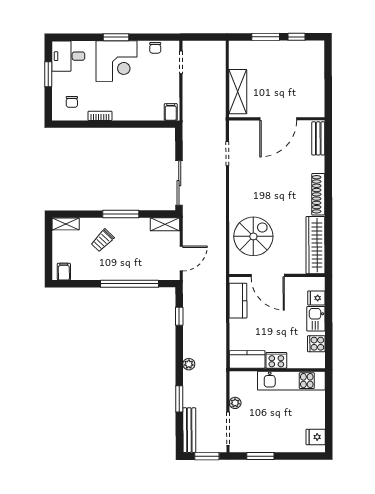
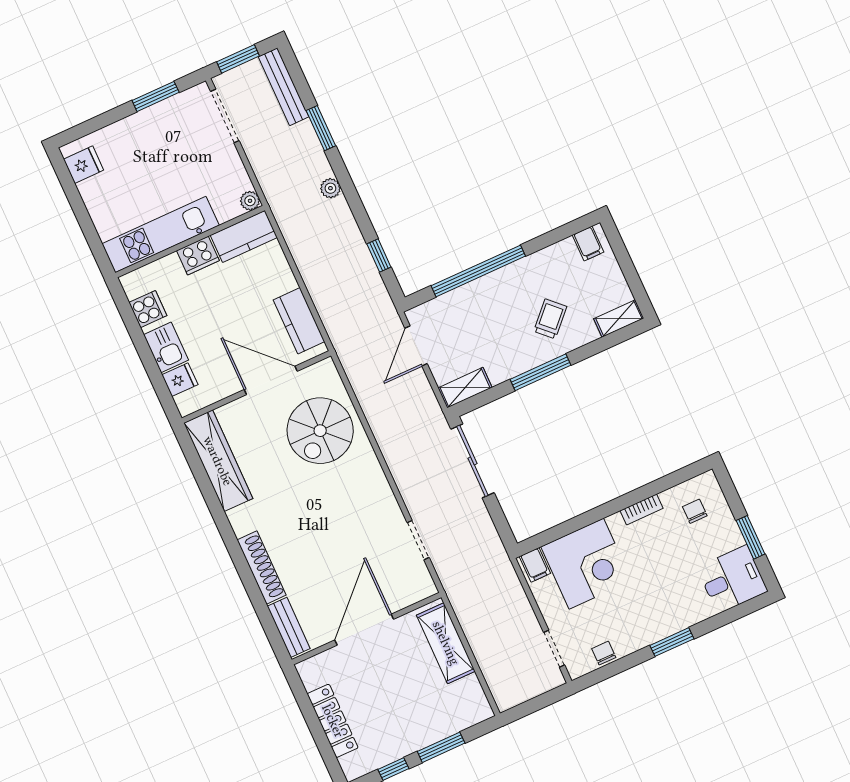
corner desk: (116, 61) -> (586, 564), moved, turned 180
locker: (317, 78) -> (333, 721), added
shoe rack: (318, 194) -> (262, 568), moved
plant: (235, 403) -> (250, 201), moved

